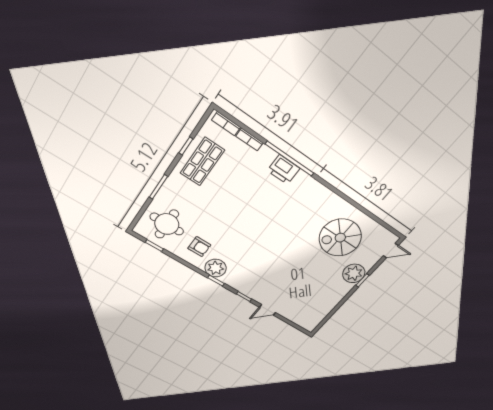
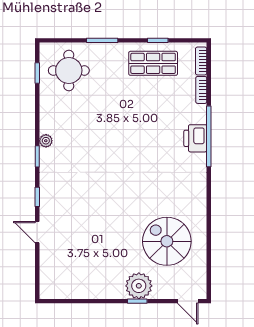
armchair: (199, 247) -> (65, 115), removed
plant: (216, 268) -> (46, 141), width x0.53, depth x0.53

